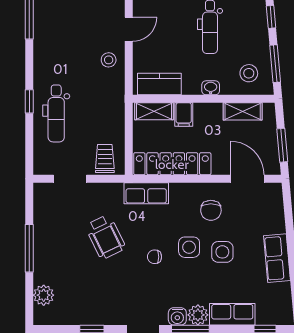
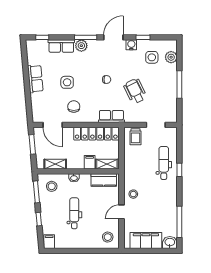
side table: (189, 247) -> (152, 57), moved
water cooler: (177, 316) -> (131, 45), moved

